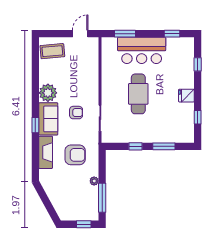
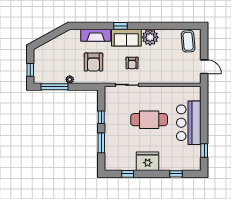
window: (125, 34) -> (204, 108), removed
fridge: (186, 96) -> (148, 161), width x1.88, depth x1.34

